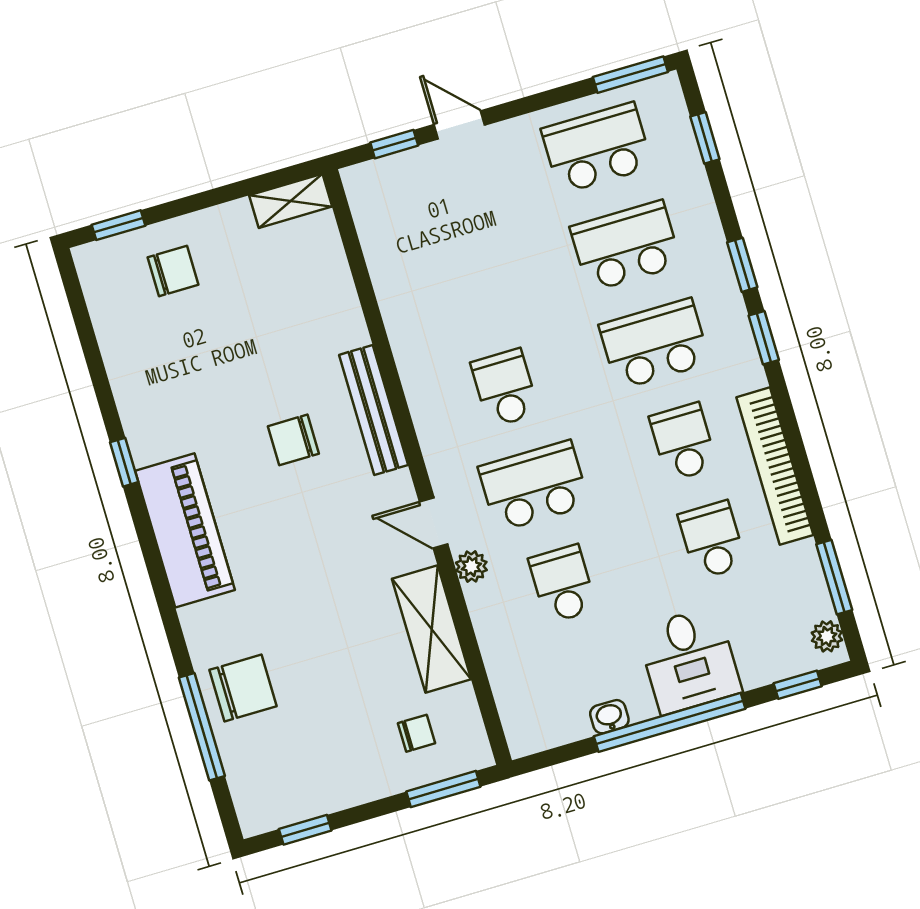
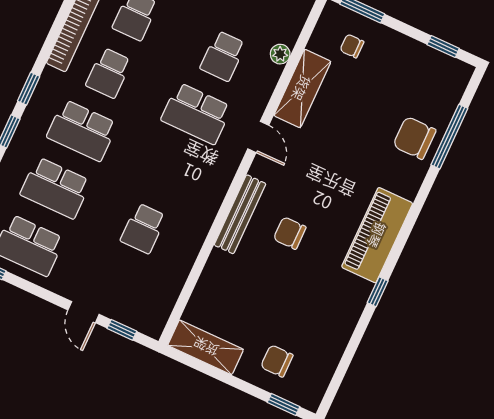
shelving: (291, 201) -> (206, 347), width x1.50, depth x1.33
school desk: (505, 388) -> (143, 228), moved
chair: (293, 440) -> (290, 233), turned 180
plant: (471, 566) -> (280, 54), moved

